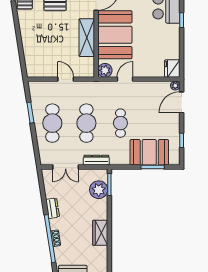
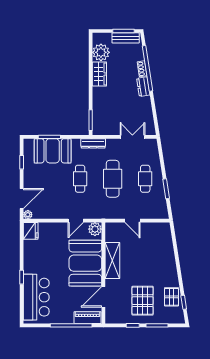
cafe table: (52, 123) -> (145, 179), width x0.73, depth x0.74
dresser: (96, 160) -> (93, 143), moved
plant: (99, 190) -> (101, 52), moved
dresser: (53, 208) -> (143, 87), moved

